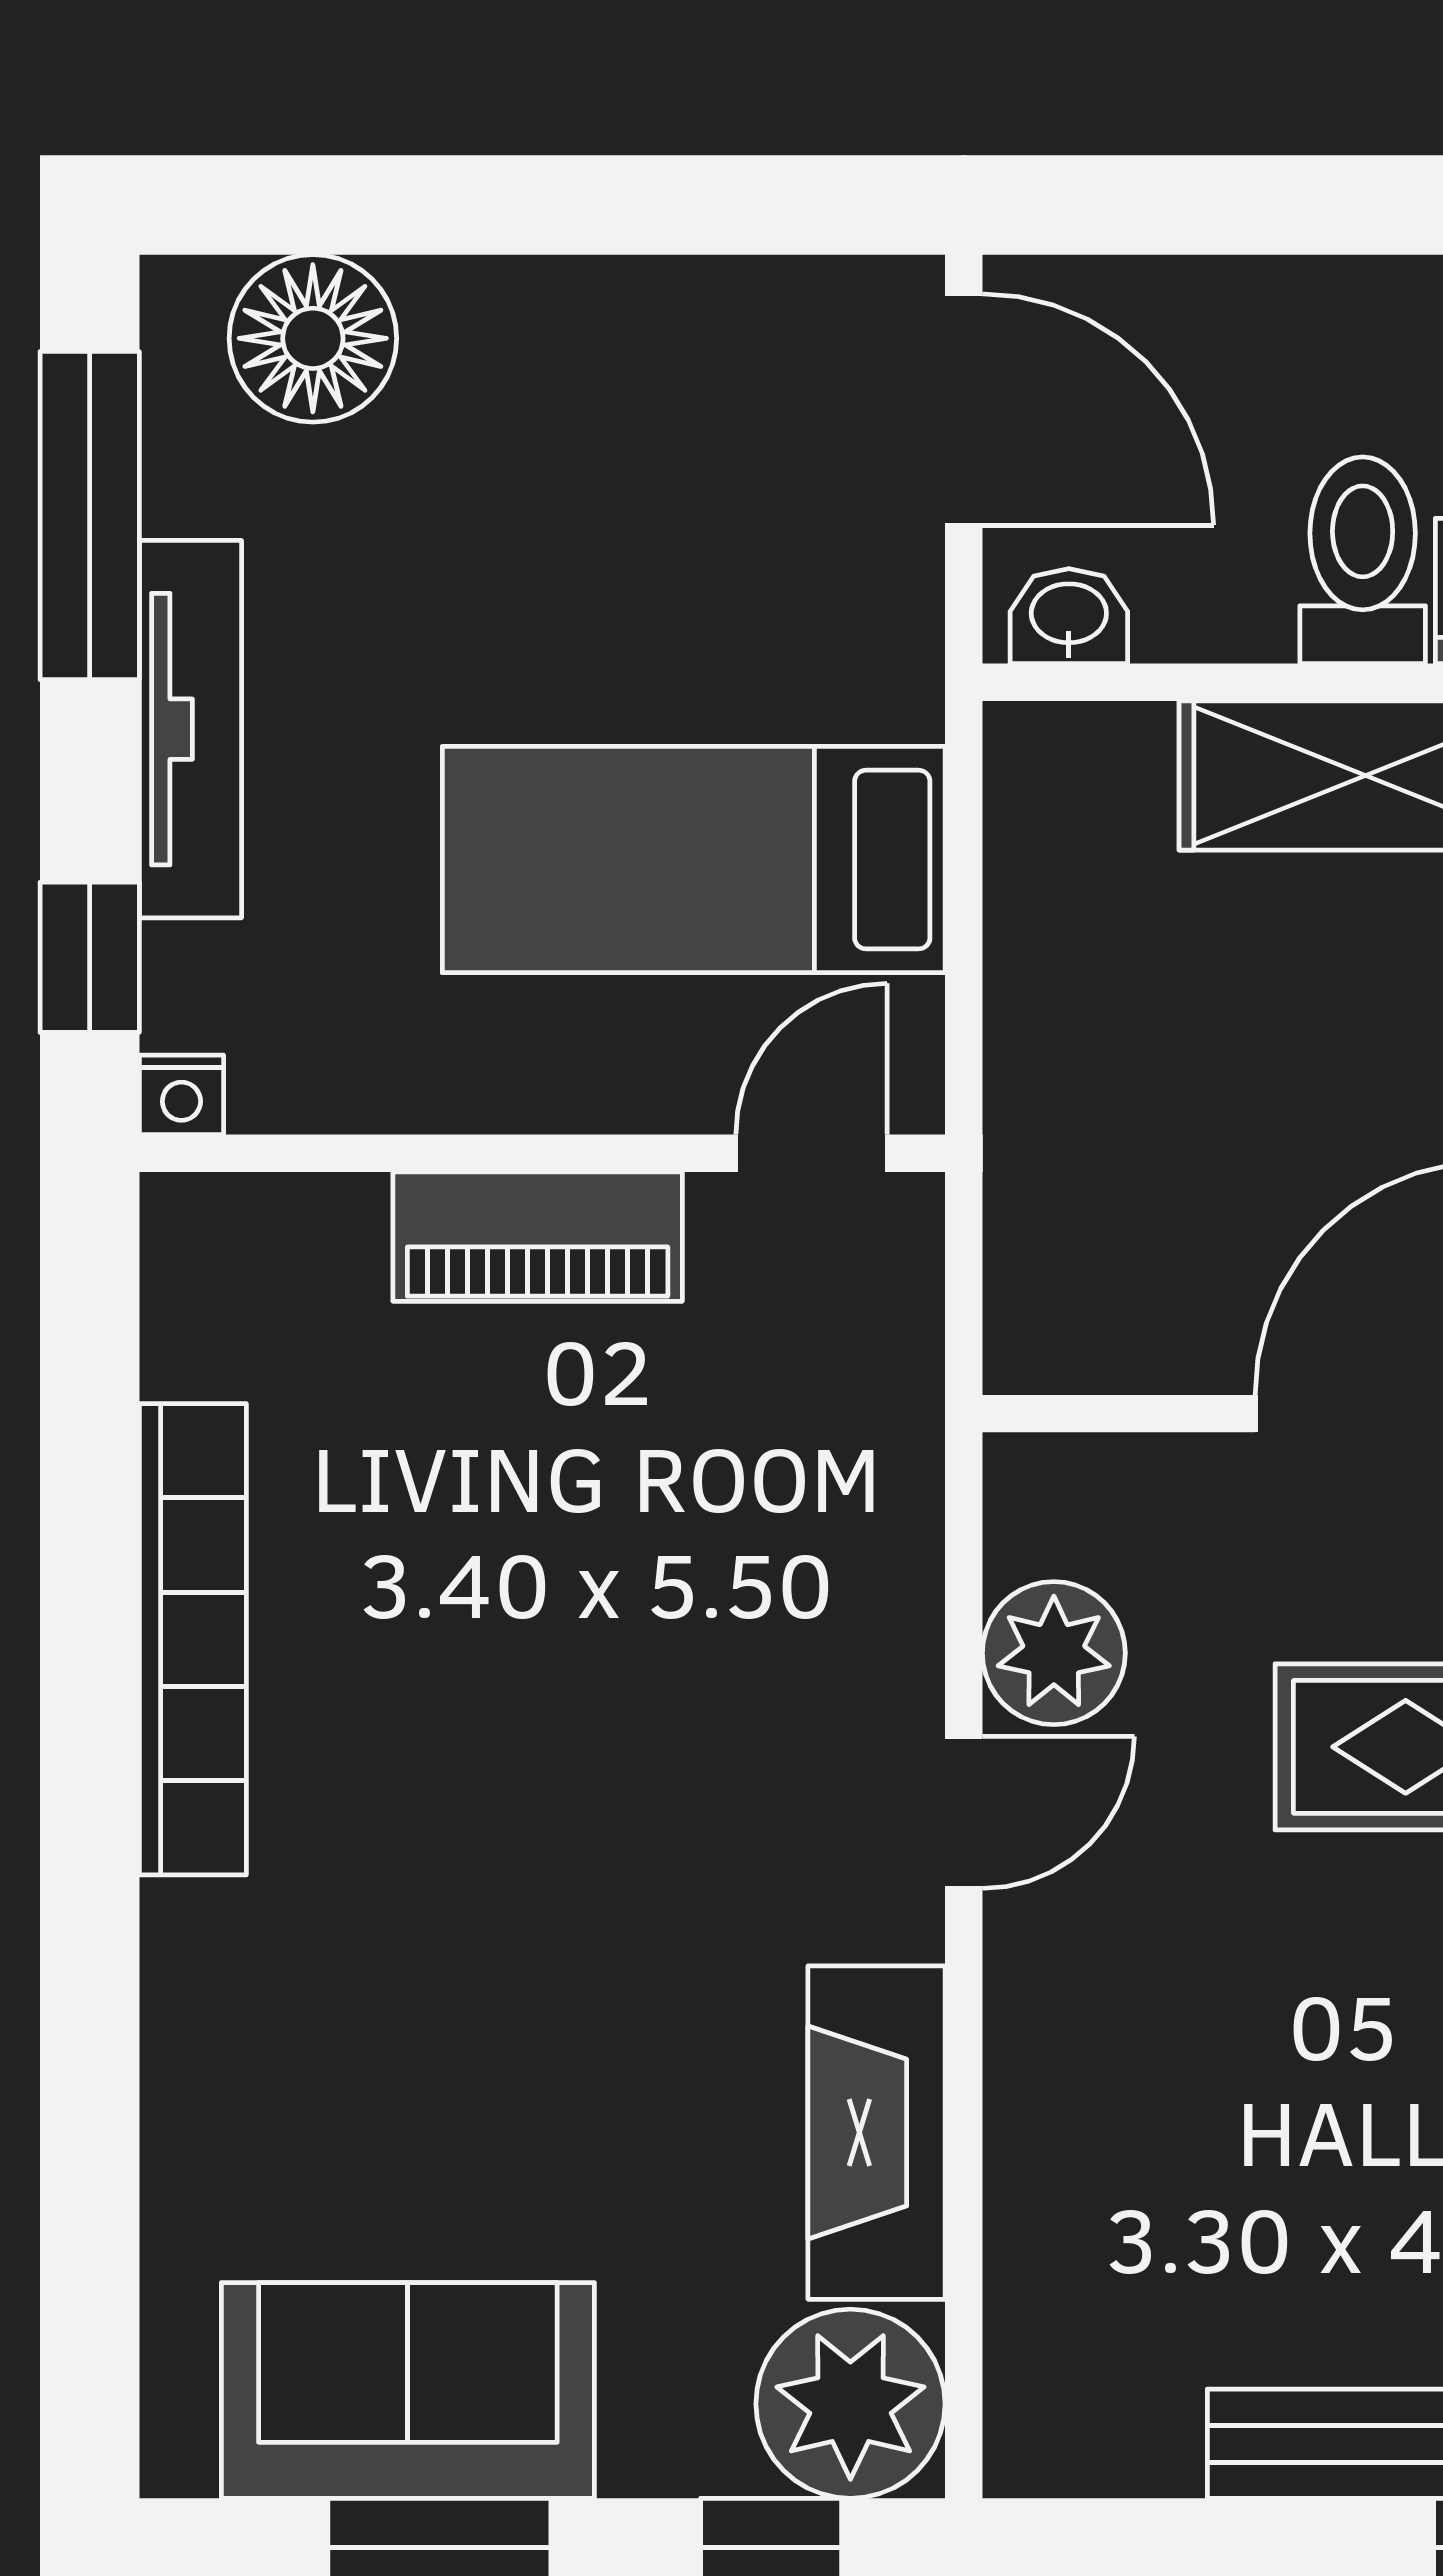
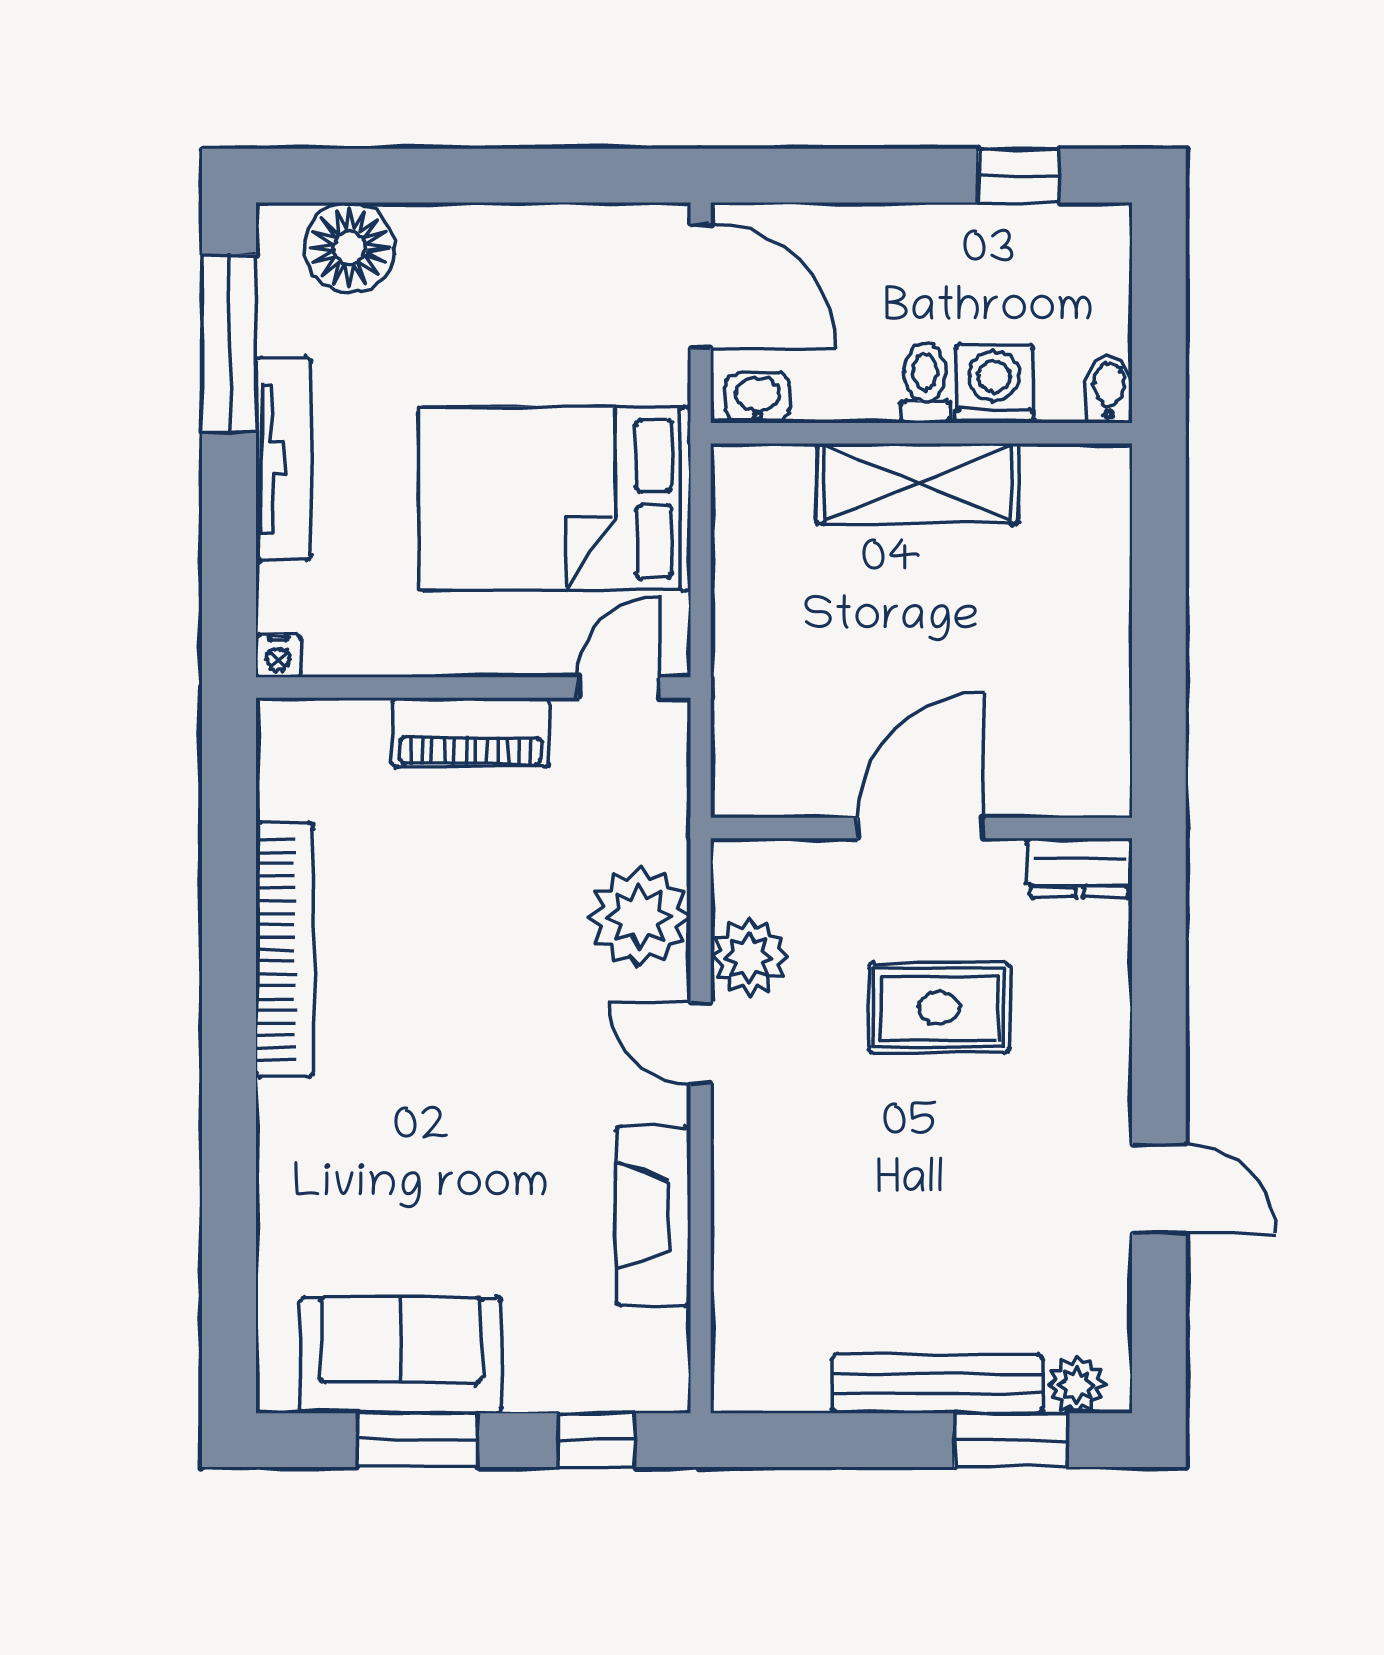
toilet: (1363, 560) -> (925, 383), width x0.73, depth x0.72
bed: (694, 860) -> (555, 498), width x1.50
window: (90, 957) -> (229, 582), removed
door: (964, 1812) -> (701, 1043), swing flipped
plant: (850, 2404) -> (640, 917), moved

